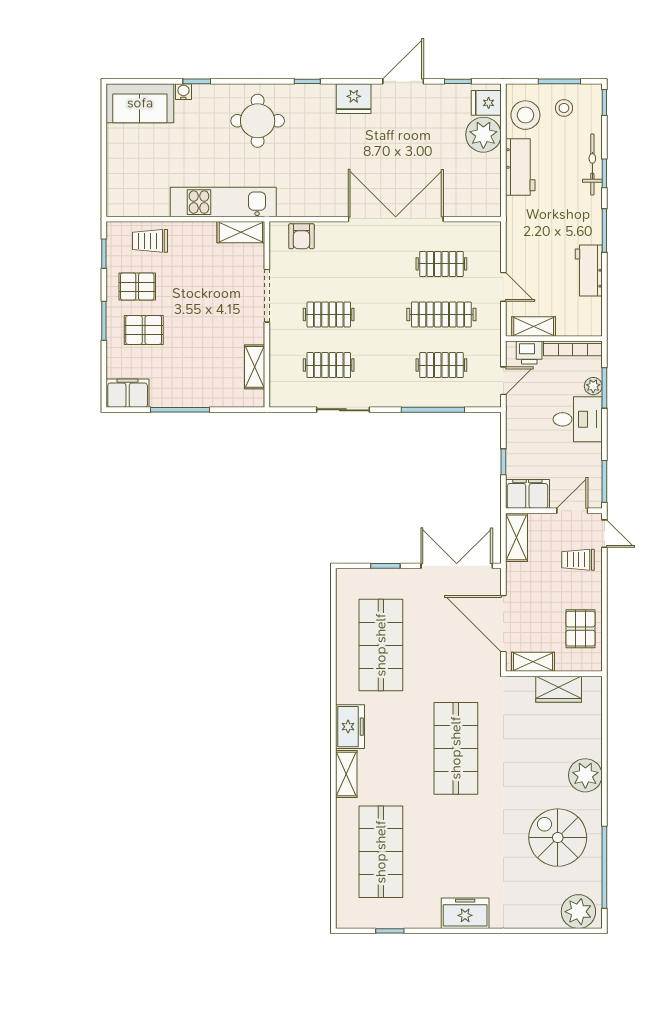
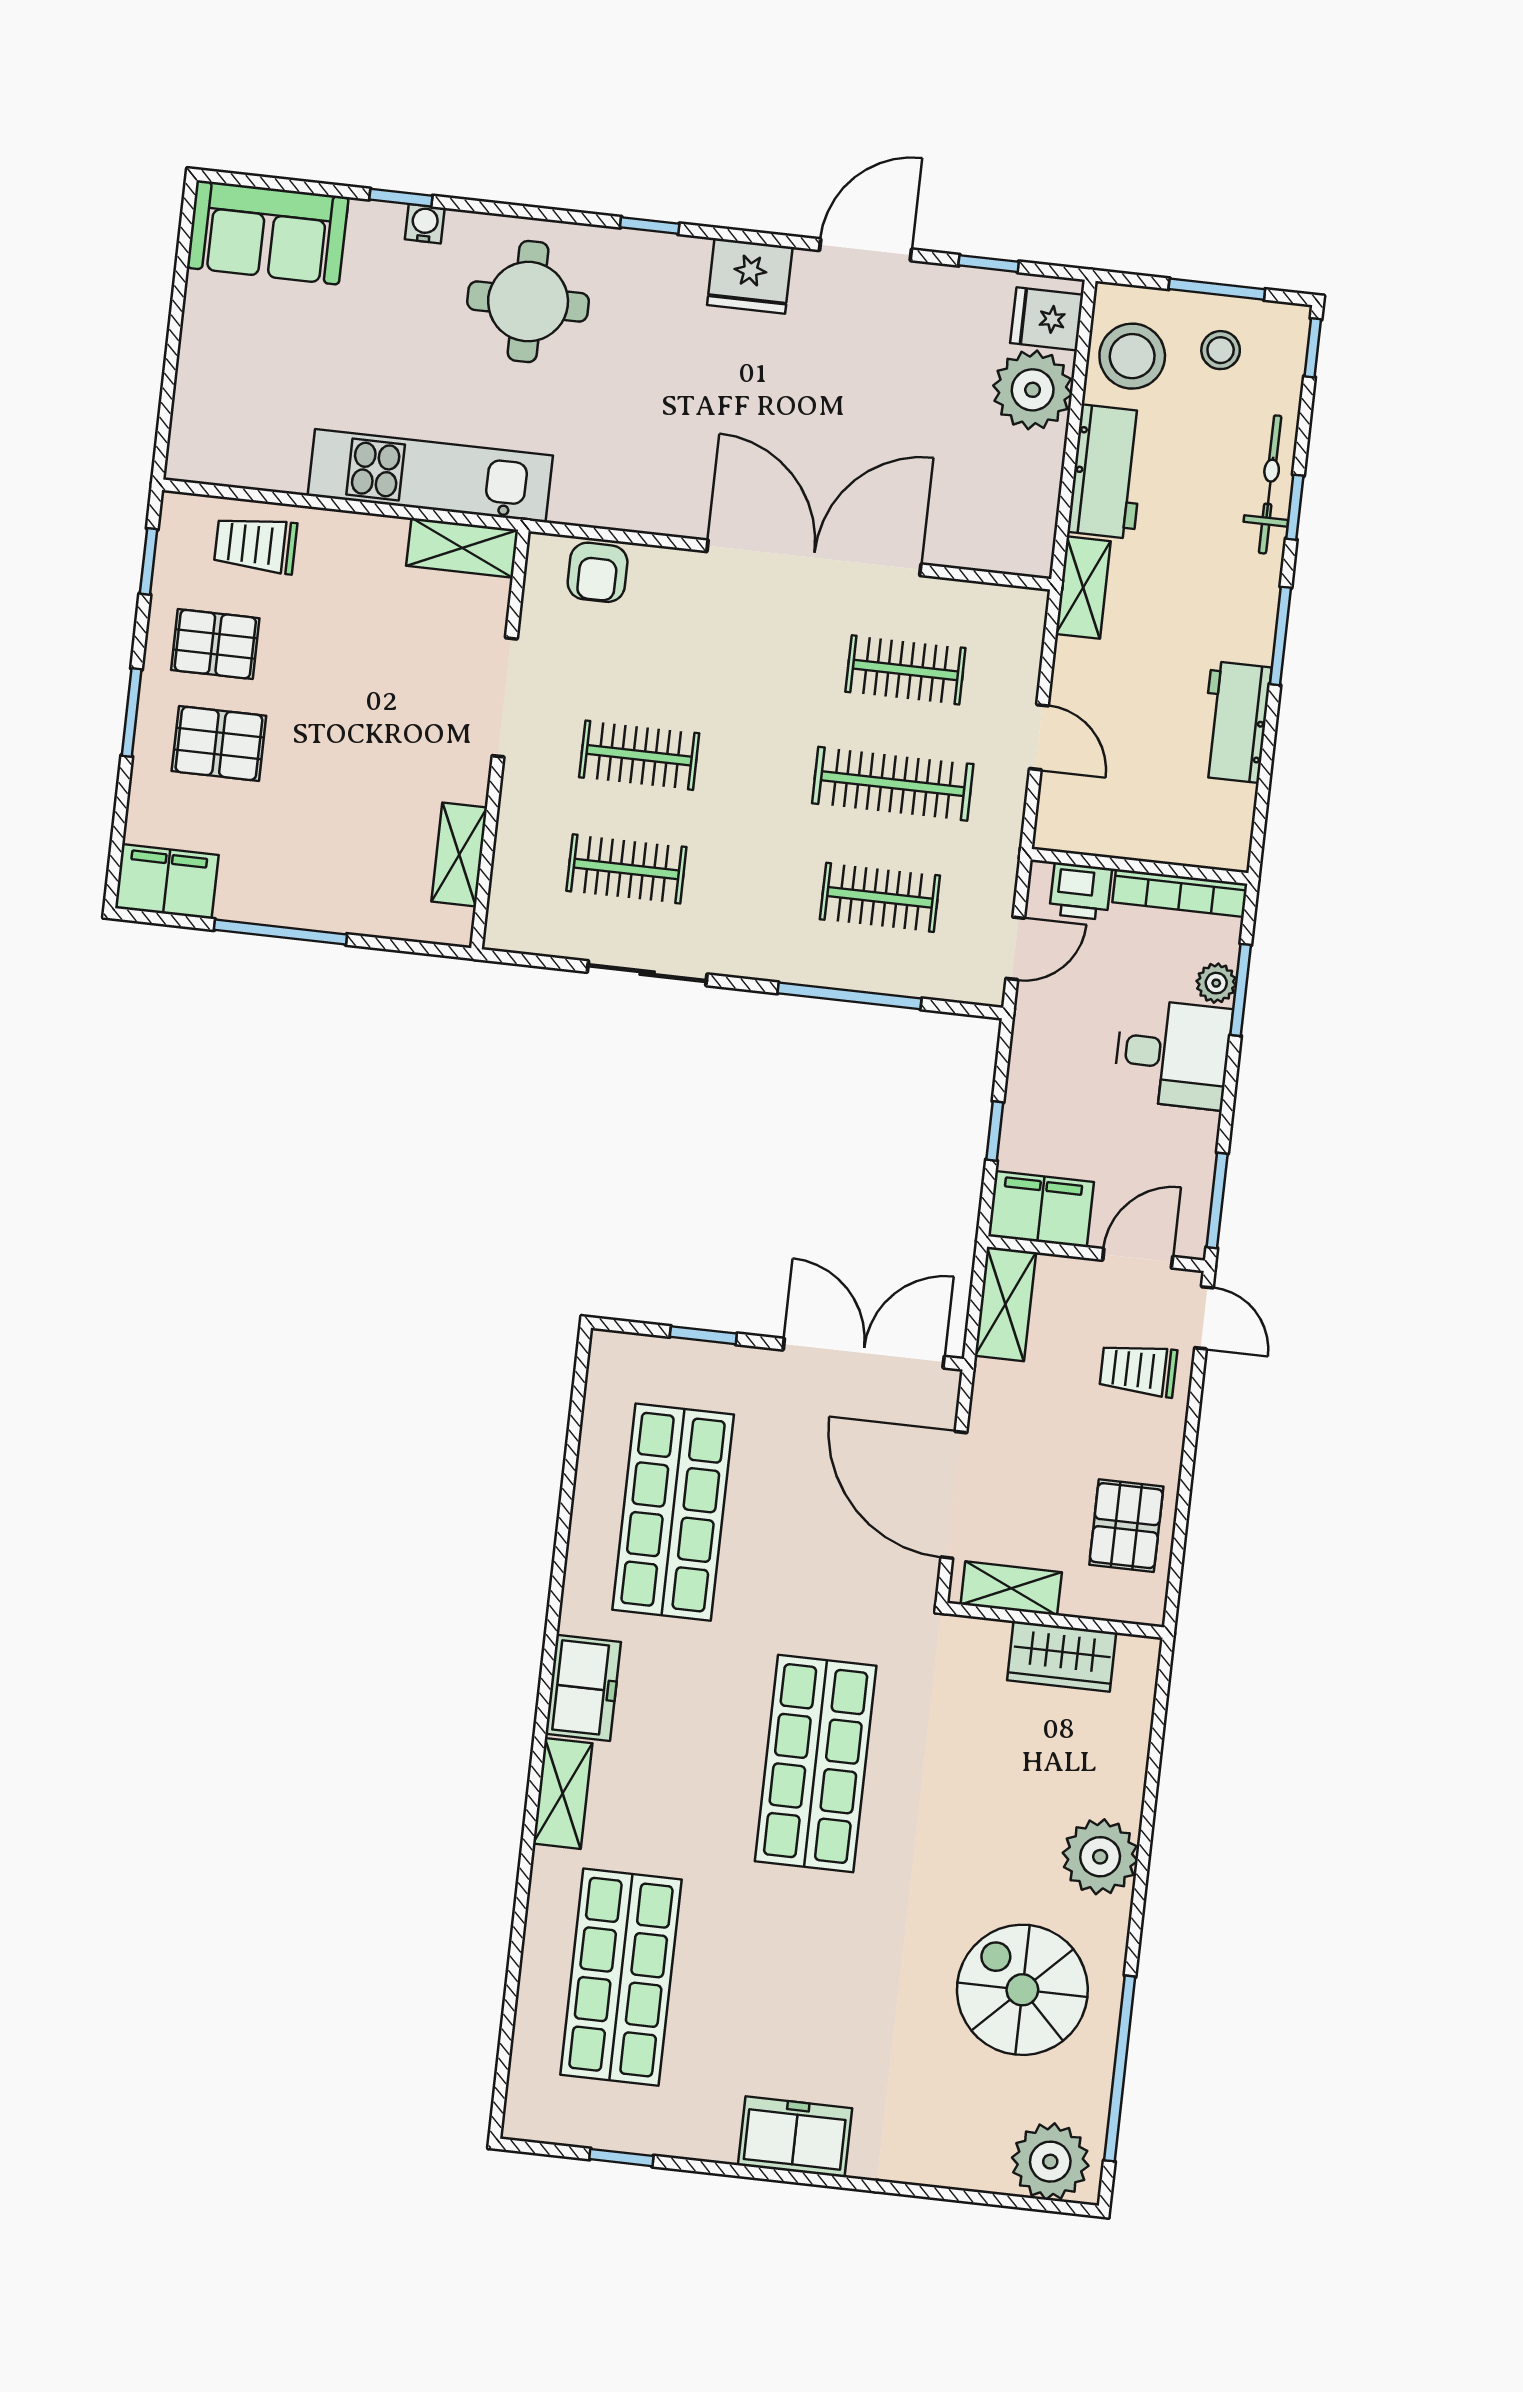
water cooler: (183, 92) -> (425, 224), moved
shelving: (534, 327) -> (1083, 588), moved, turned 90

